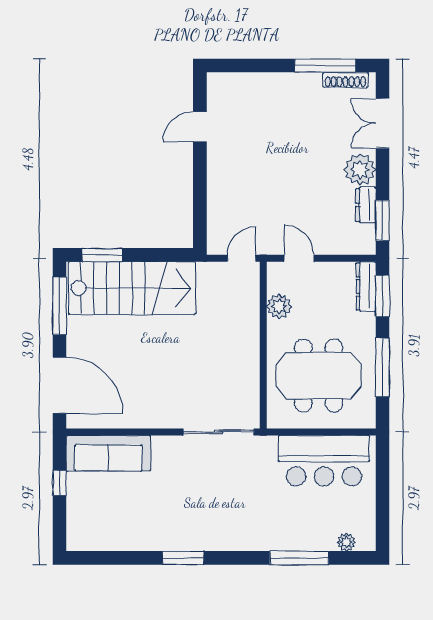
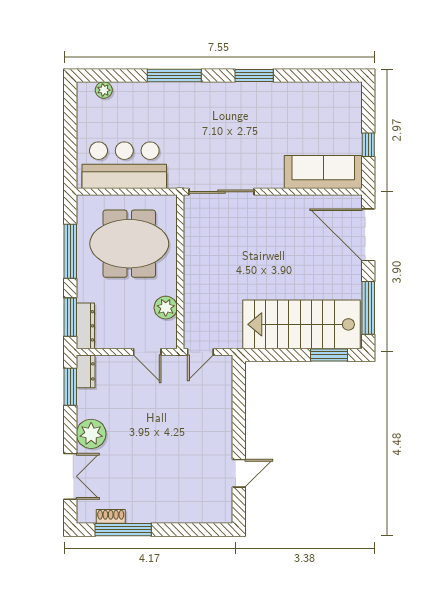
shoe rack: (345, 80) -> (111, 516), width x0.70
dresser: (366, 205) -> (86, 371), moved
window: (299, 558) -> (174, 75), moved

